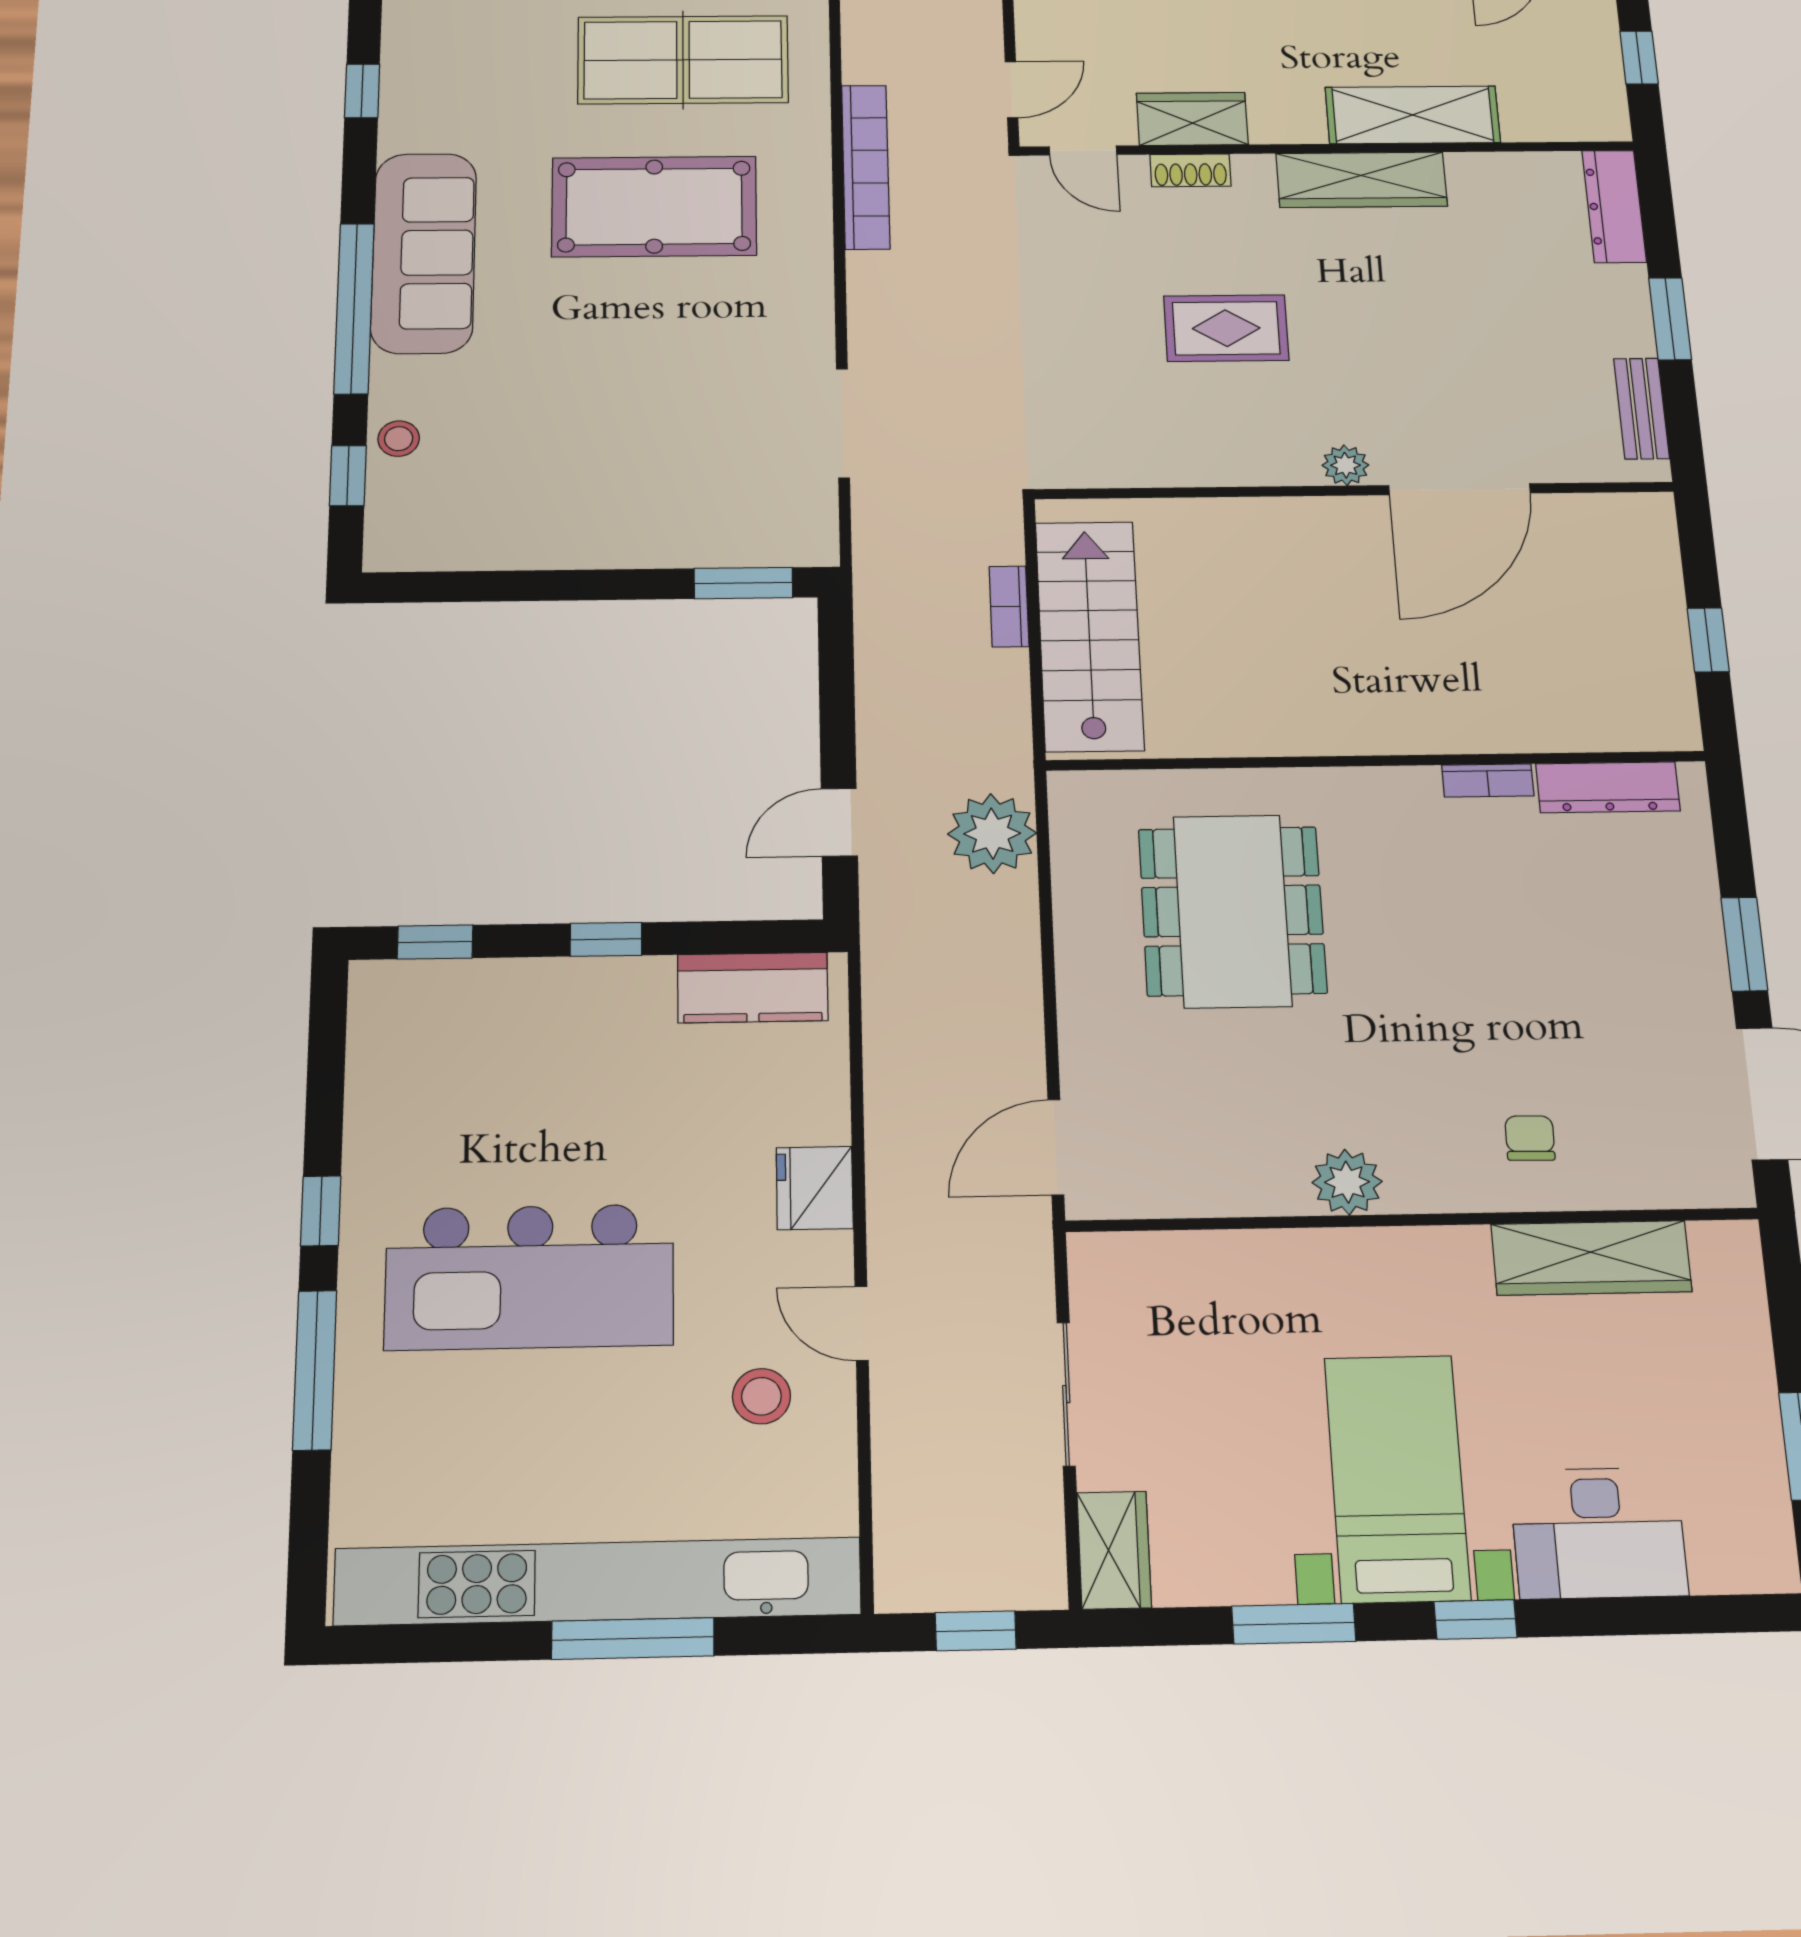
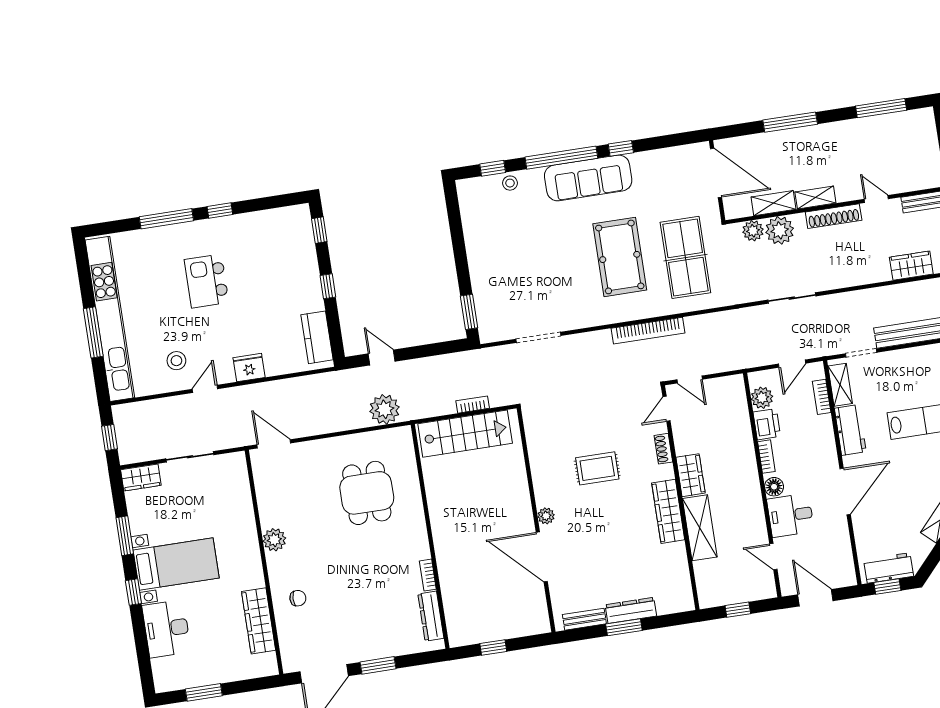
window: (362, 91) -> (621, 148), moved
wardrobe: (1192, 119) -> (691, 475), moved
dresser: (1614, 206) -> (631, 610), moved
rug: (1226, 328) -> (597, 468), turned 90
dining table: (1232, 911) -> (367, 493), width x0.73
kitchen island: (530, 1277) -> (206, 281), width x0.54, depth x0.78

